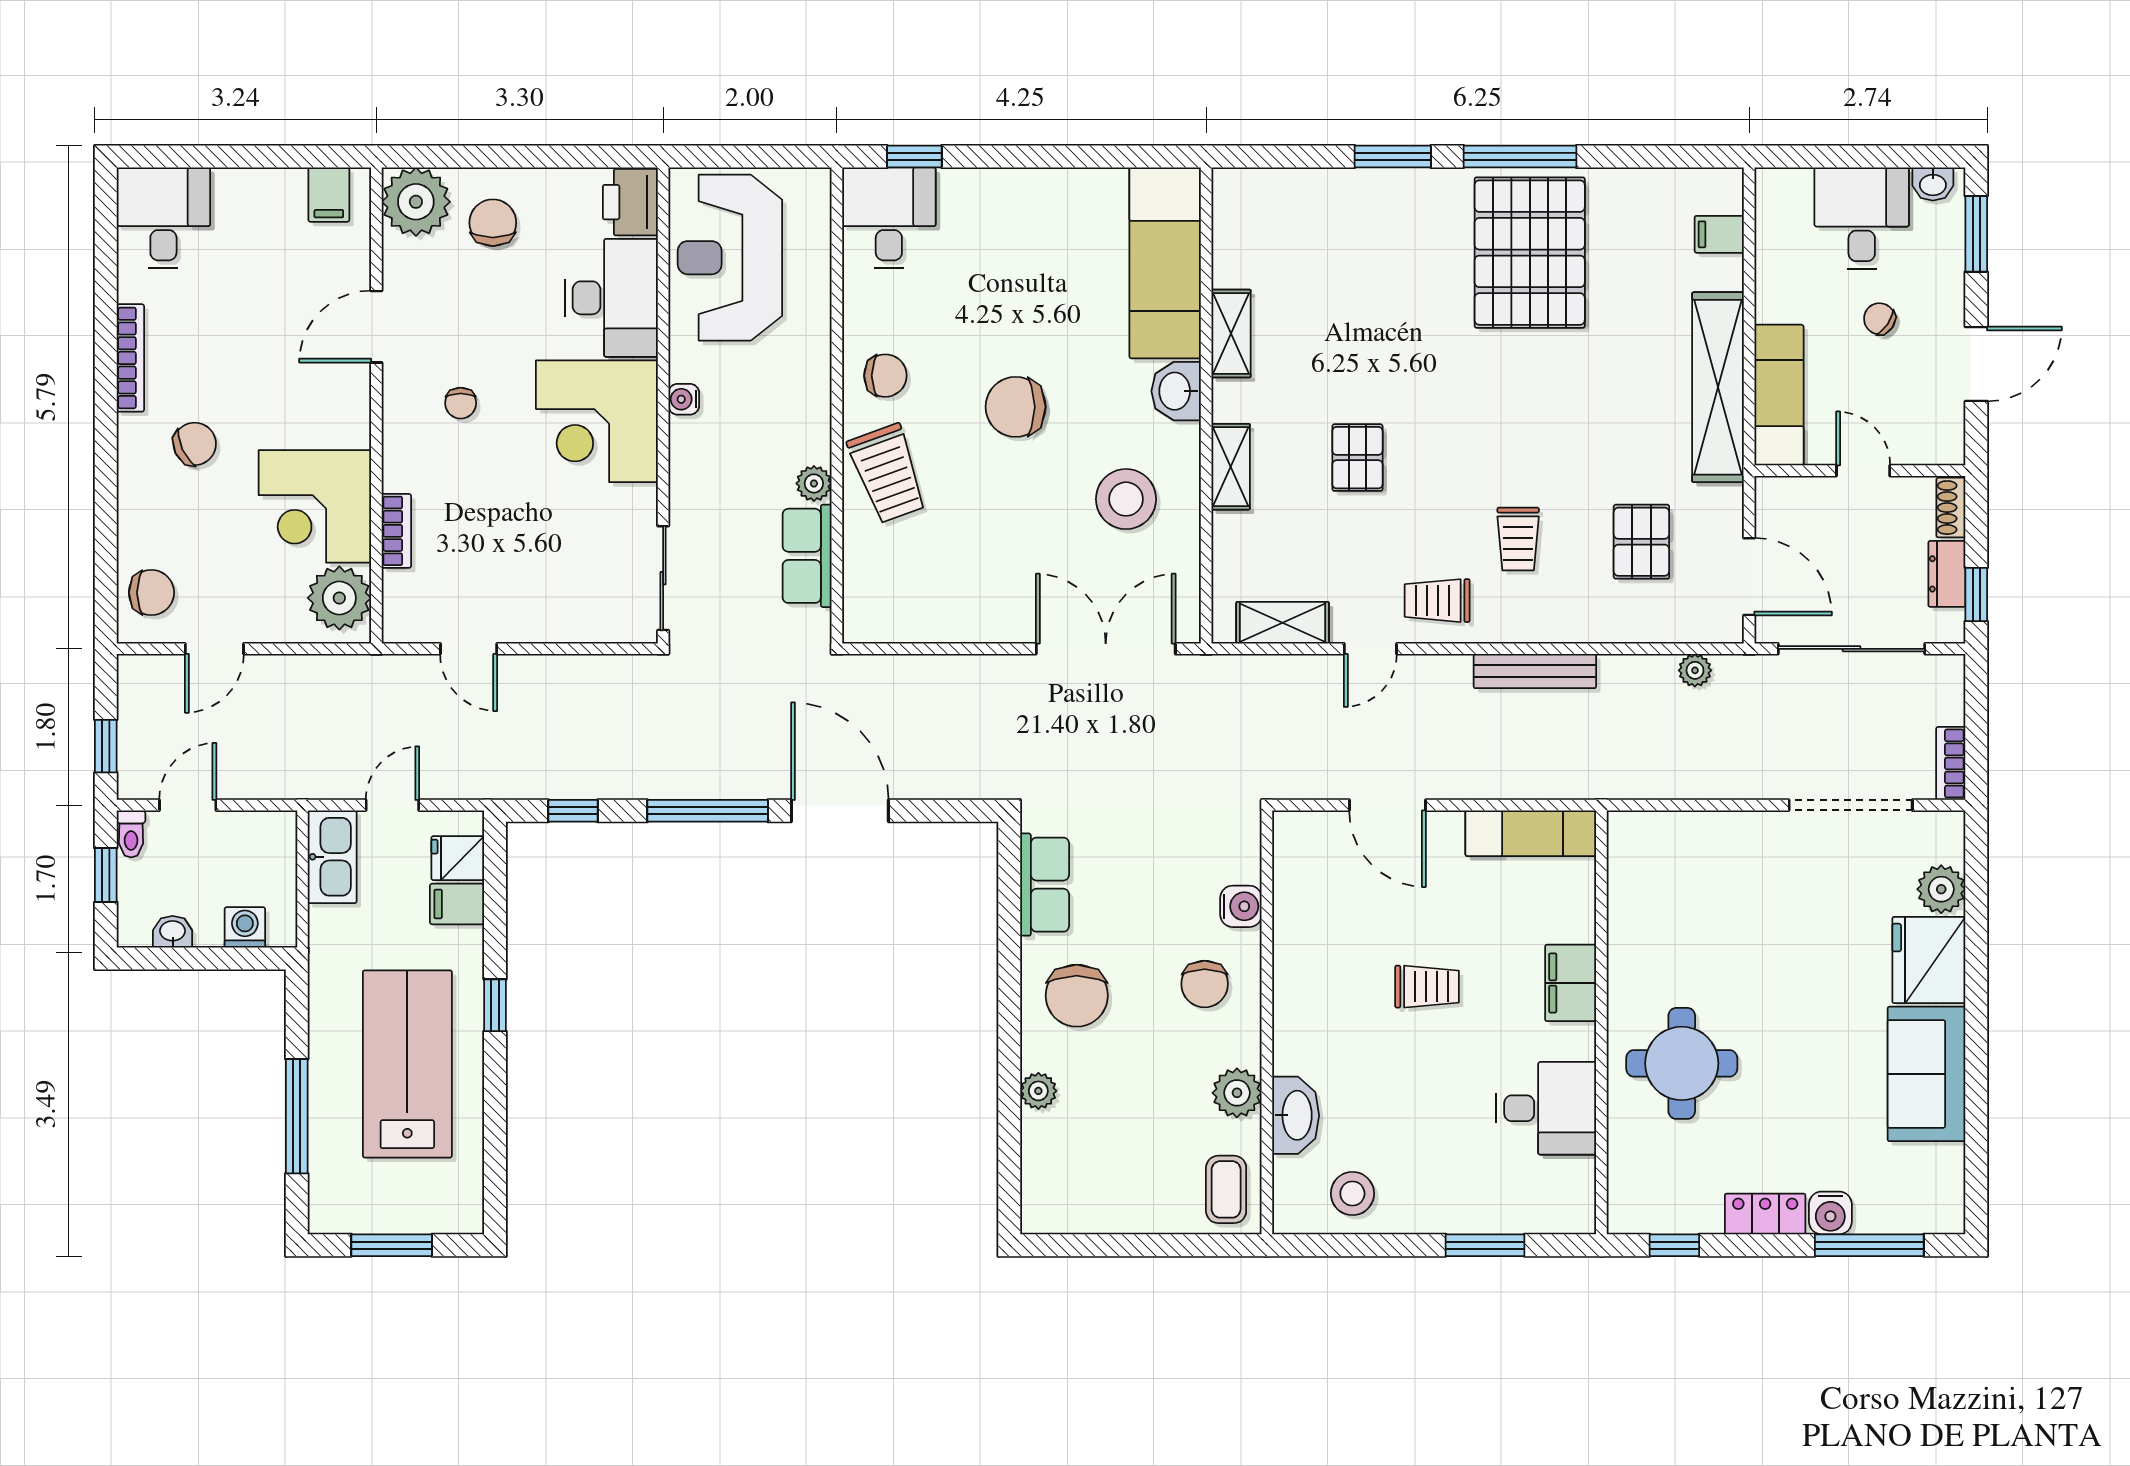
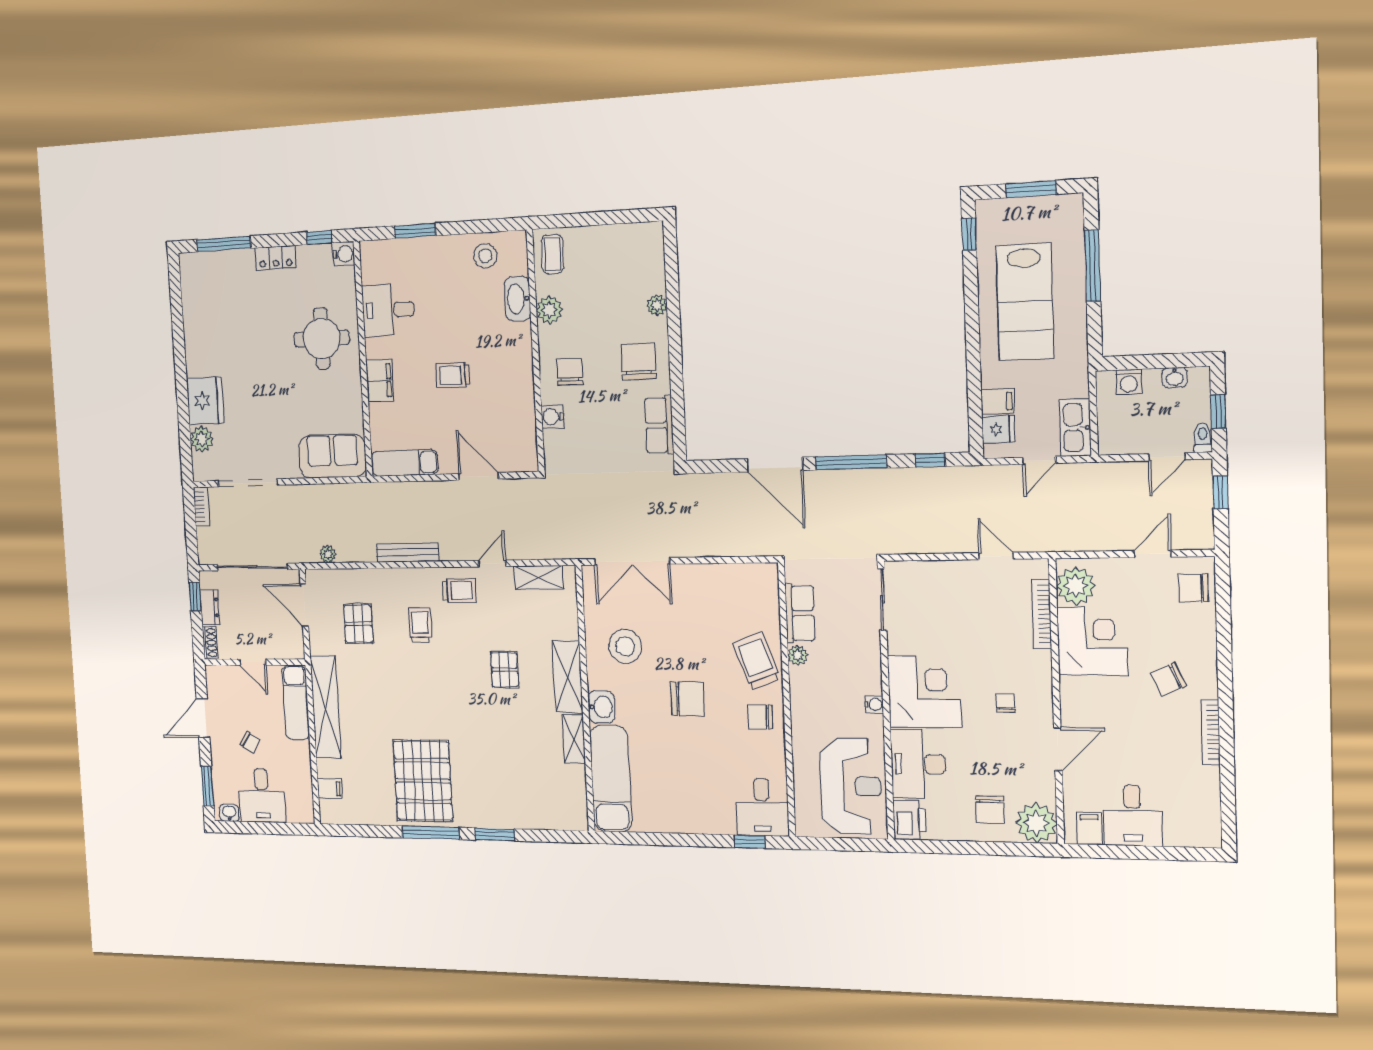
desk: (163, 218) -> (1133, 816), moved
shelving: (1231, 467) -> (568, 677), width x1.50, depth x1.33
bookcase: (396, 531) -> (1042, 614), width x1.56
window: (495, 1005) -> (969, 234), moved
sofa: (1926, 1074) -> (332, 456), moved, turned -90
water cooler: (1830, 1213) -> (344, 254), moved, turned 90

